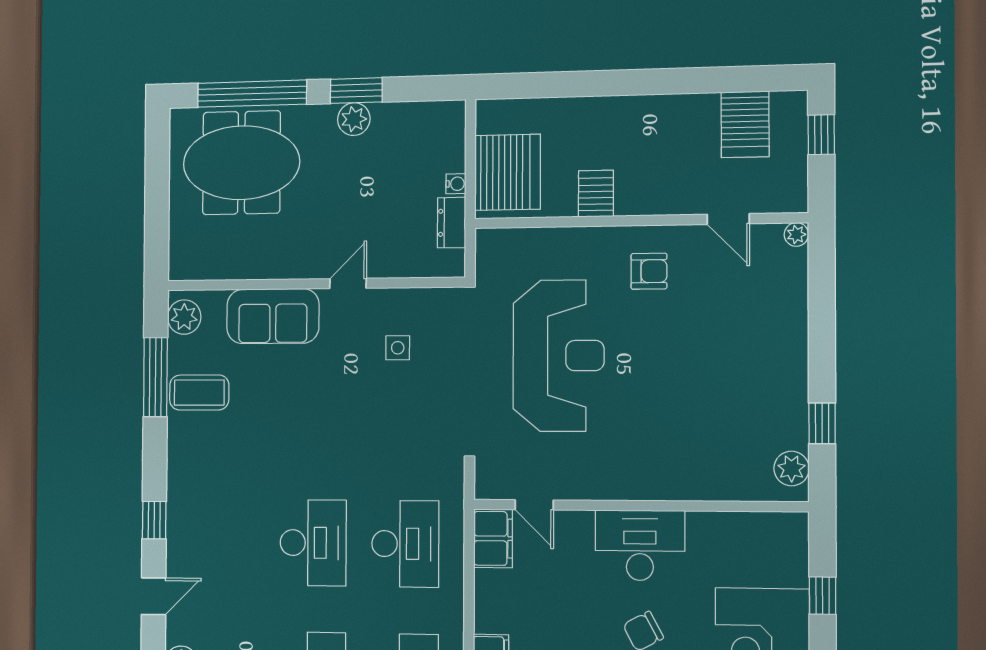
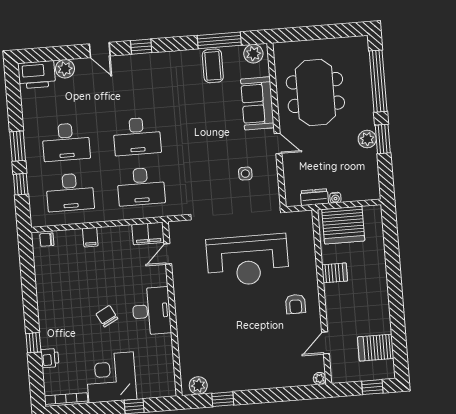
meeting table: (241, 163) -> (315, 92), moved

